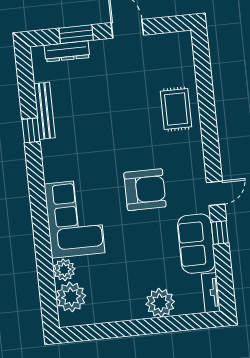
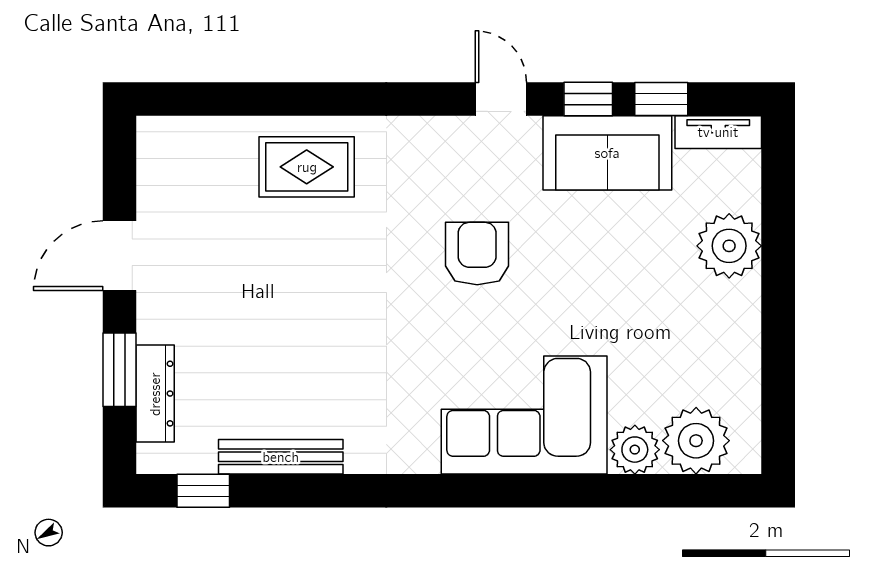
window: (31, 130) -> (203, 491), moved
armchair: (145, 190) -> (477, 254), width x0.73, depth x0.73
window: (223, 265) -> (661, 99), added

